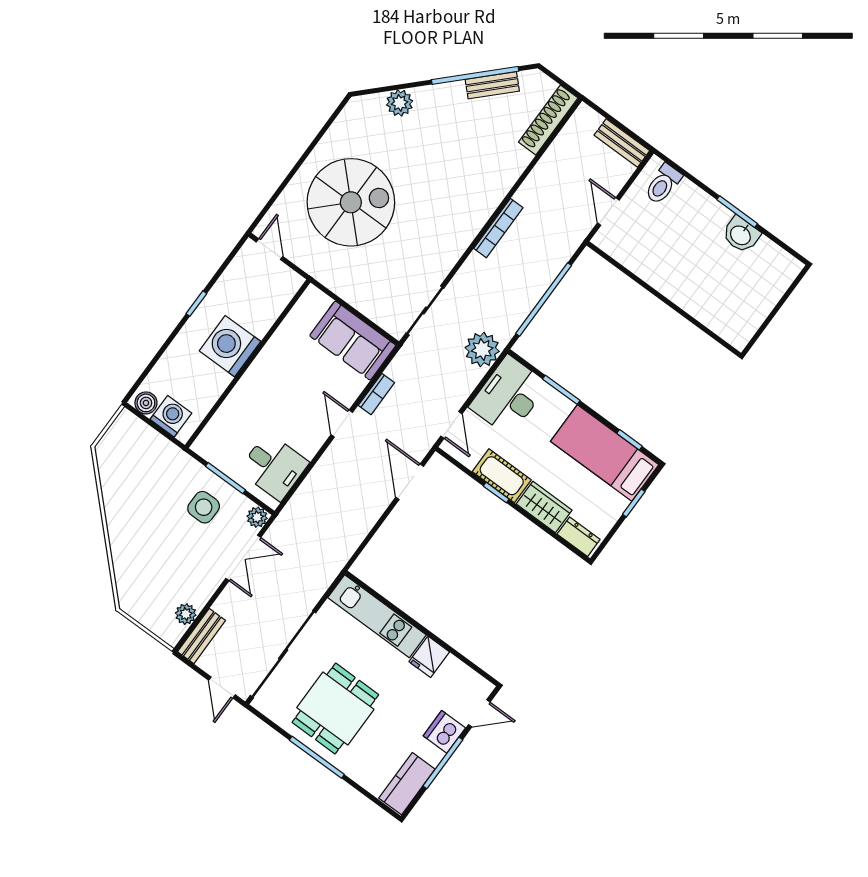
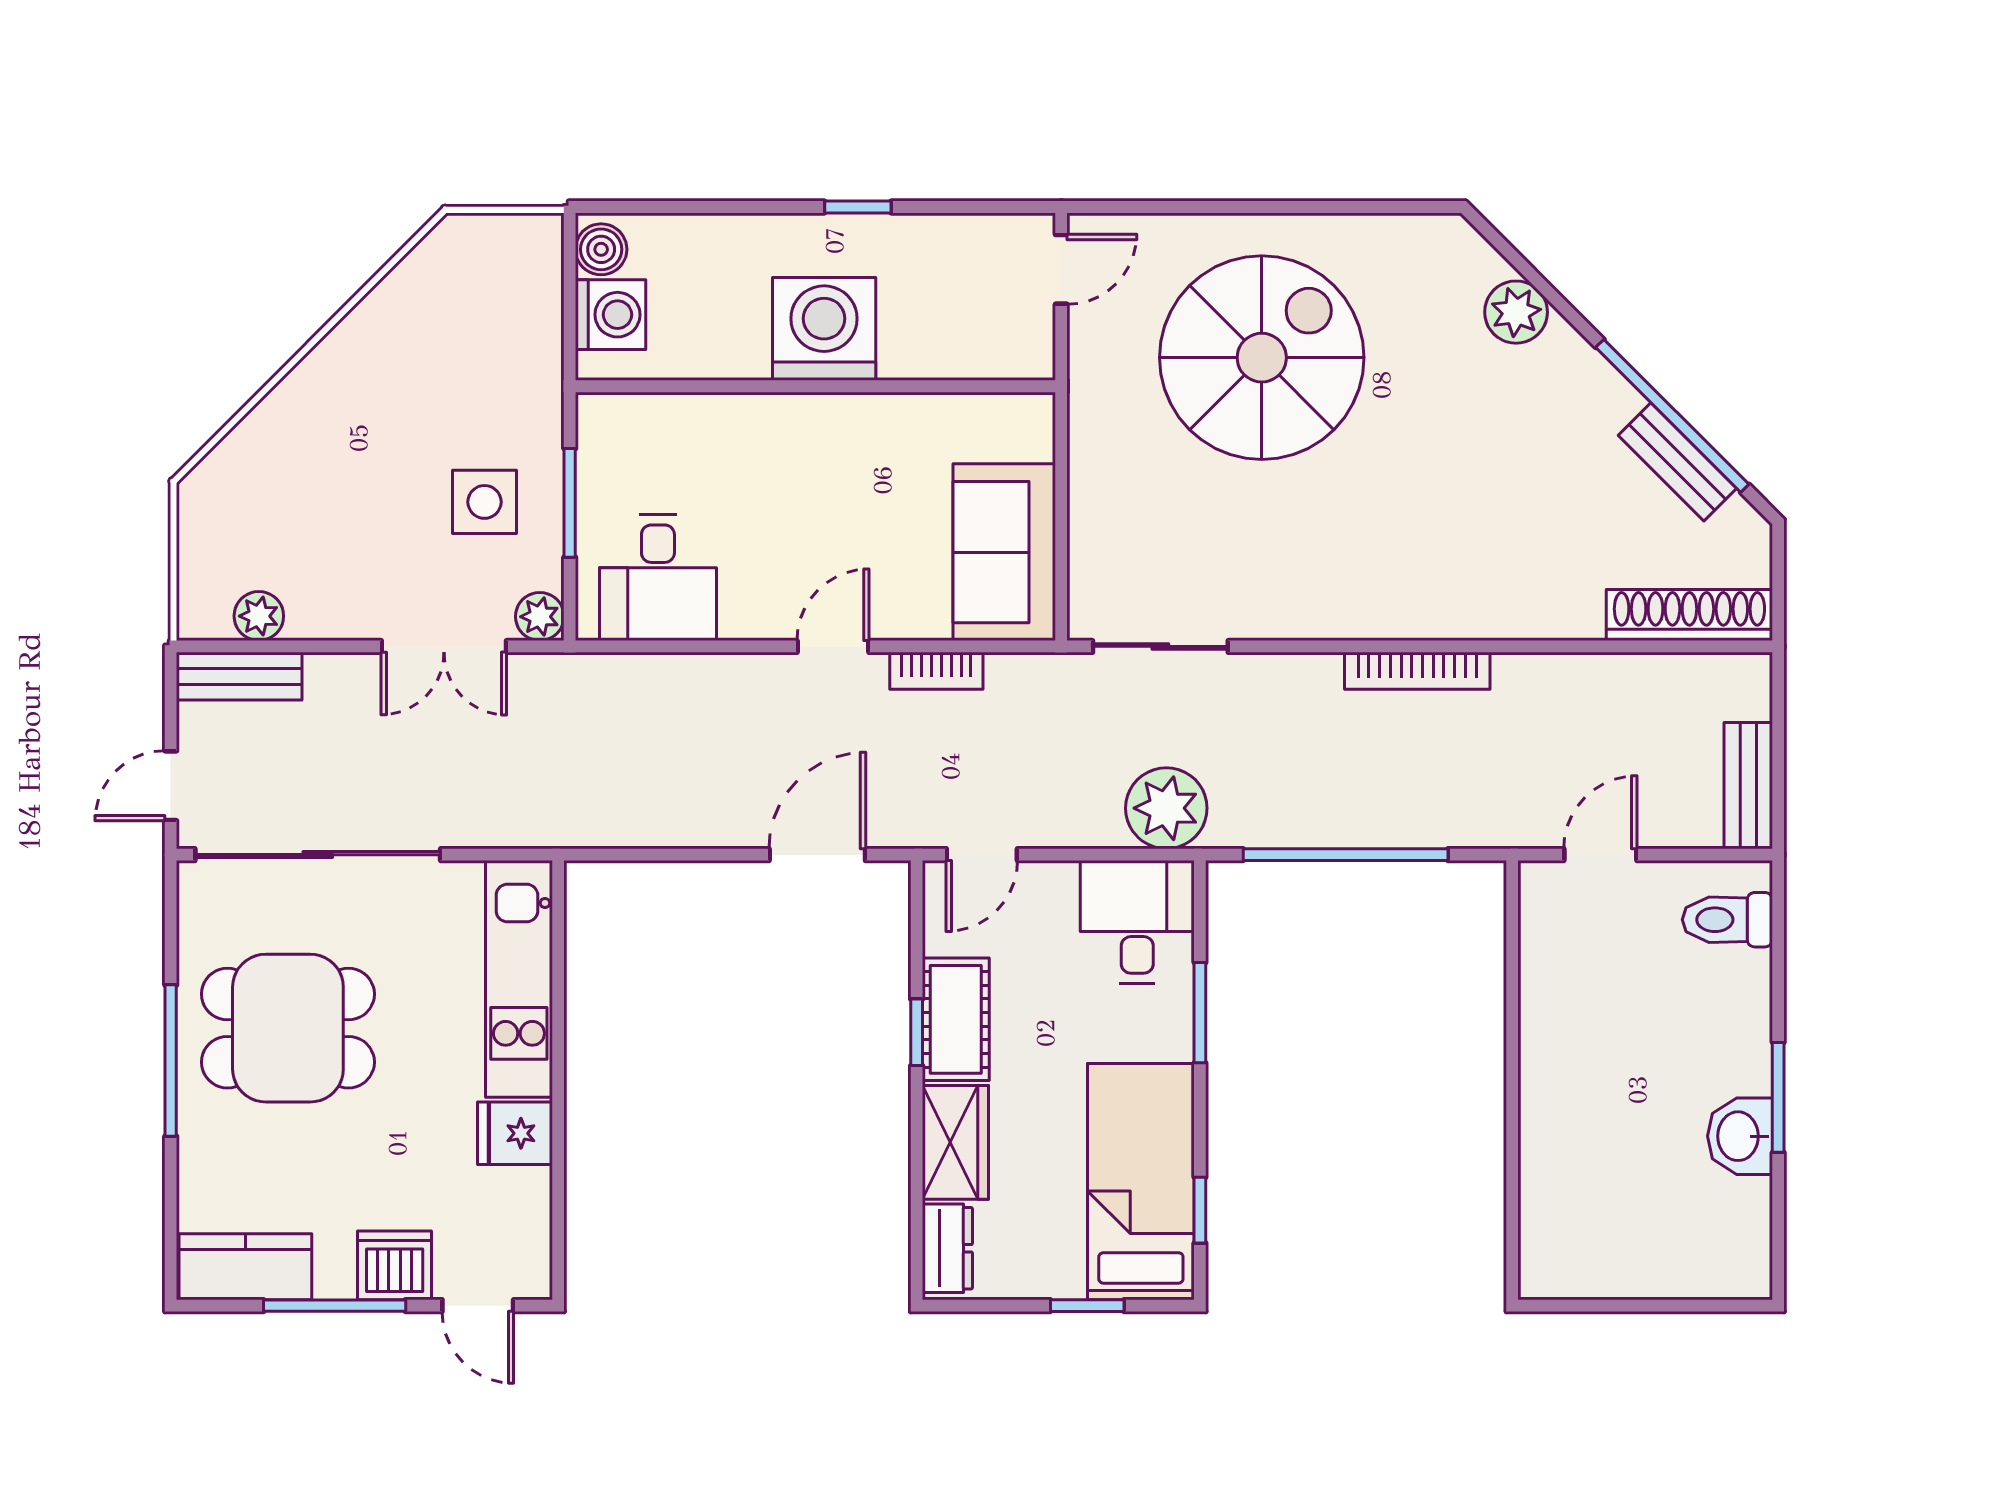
spiral stairs: (351, 202) -> (1262, 358), turned -90
desk: (509, 396) -> (1137, 922), width x0.73

